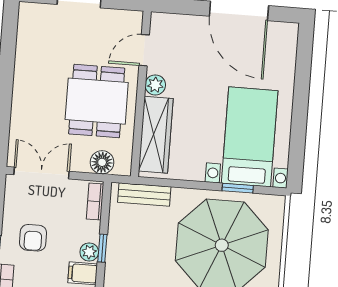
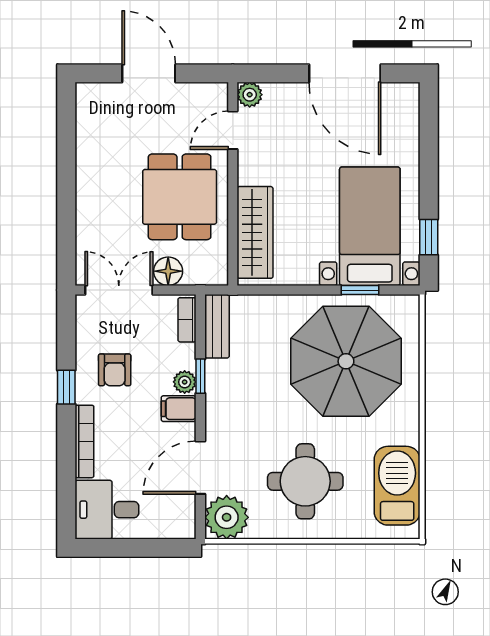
plant: (155, 85) -> (250, 95), moved
window: (297, 149) -> (429, 237), added
floor lamp: (102, 162) -> (168, 271), moved
bench: (144, 194) -> (217, 326), moved, turned 90

